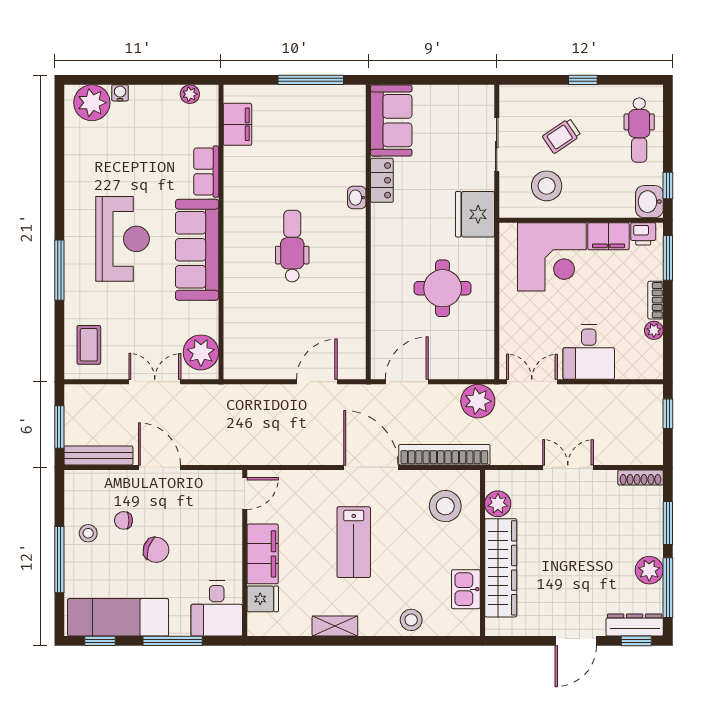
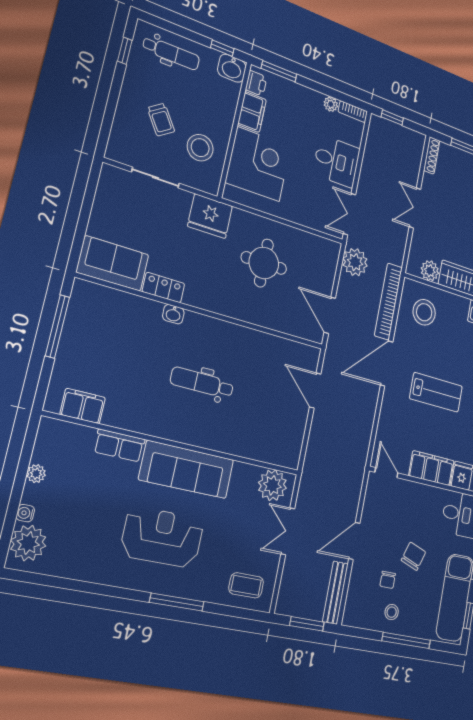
window: (583, 80) -> (125, 51), moved
plant: (190, 94) -> (36, 474), moved
bookcase: (656, 300) -> (353, 112), moved

